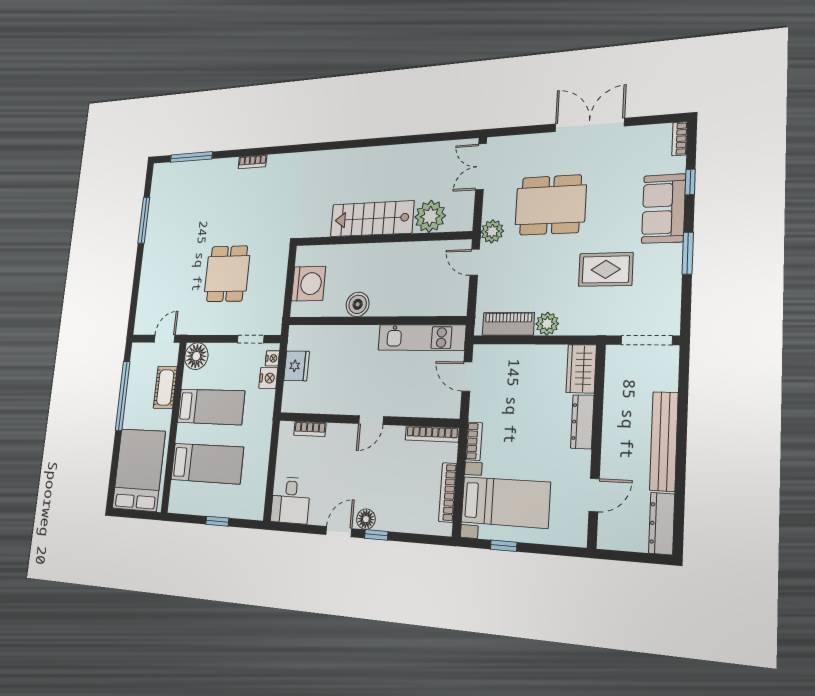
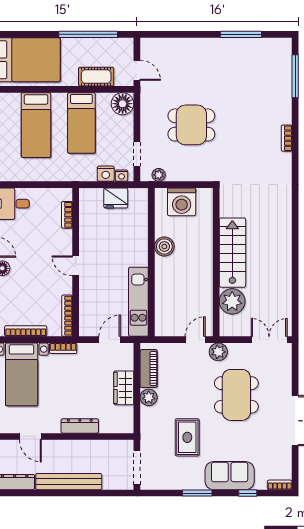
plant: (276, 312) -> (159, 175), added
wardrobe: (581, 369) -> (124, 388), moved, turned -90

